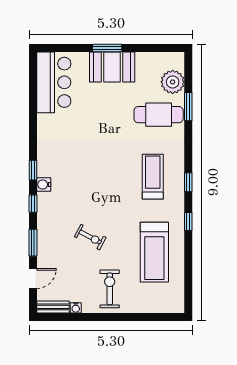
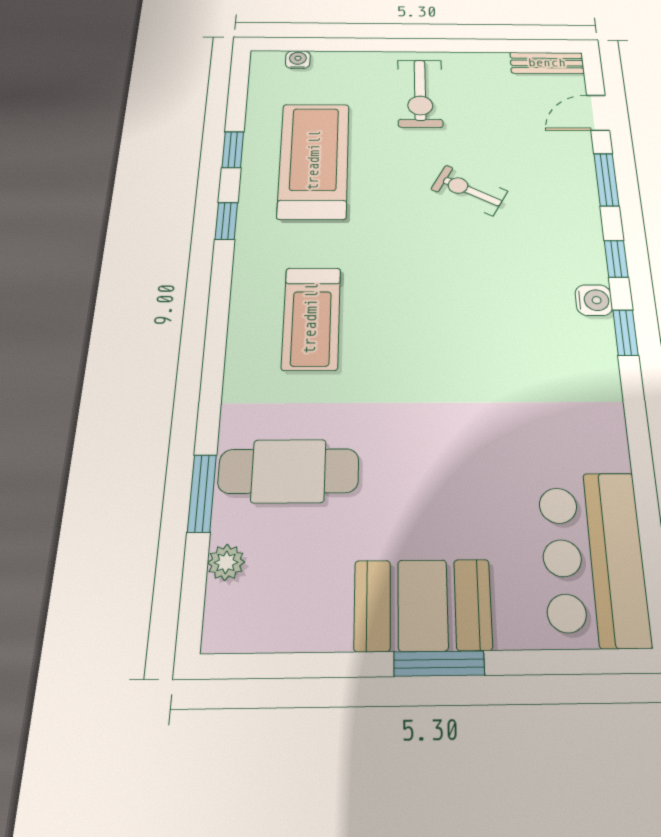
plant: (173, 82) -> (226, 562), width x0.53, depth x0.53
window: (188, 182) -> (233, 150), moved
water cooler: (76, 308) -> (298, 60), moved

